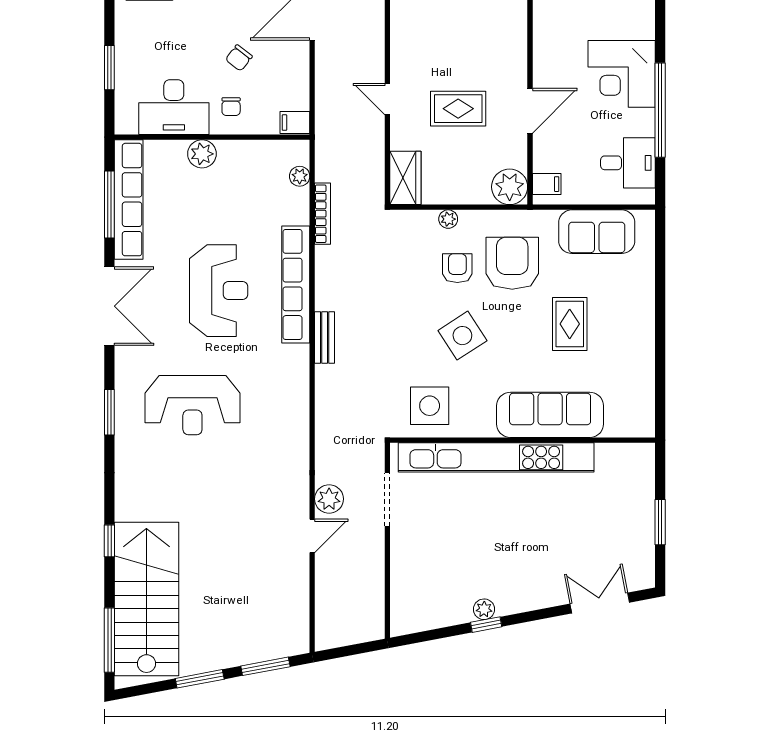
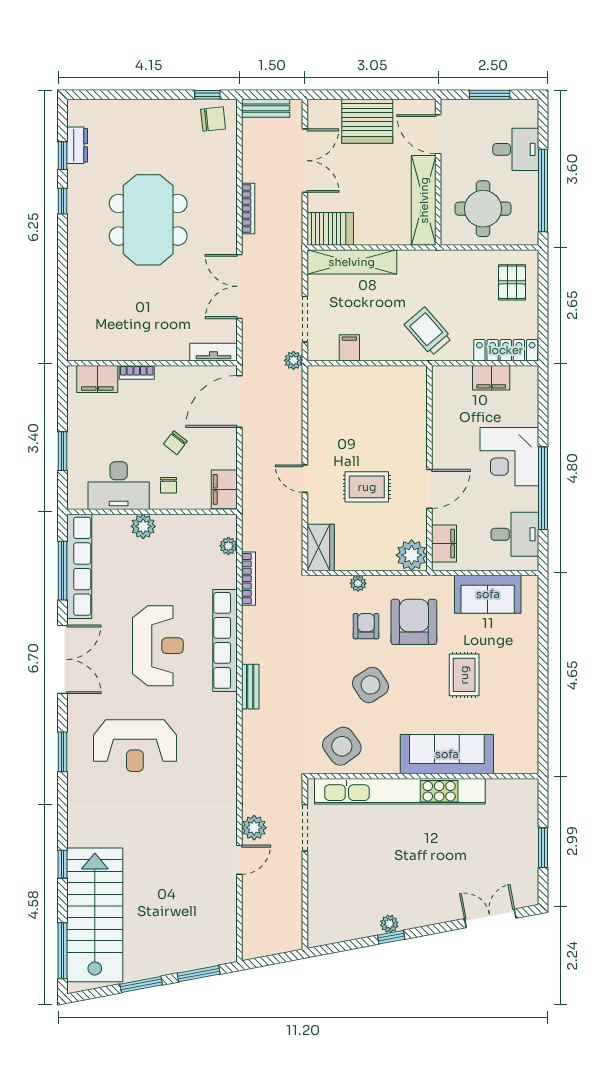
filing cabinet: (295, 123) -> (224, 489), width x2.00
filing cabinet: (547, 184) -> (444, 543), width x2.00
side table: (430, 406) -> (342, 746), turned -36

